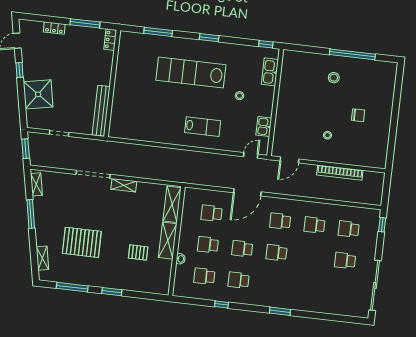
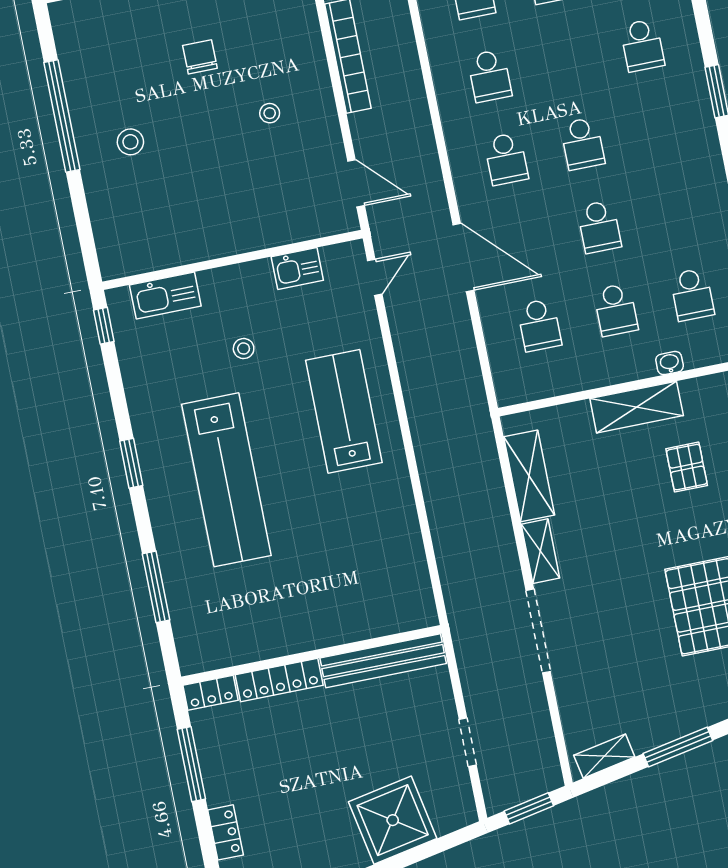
locker: (107, 68) -> (279, 680), added
lab bench: (203, 127) -> (344, 411), width x1.36, depth x1.39
door: (251, 155) -> (375, 277), swing flipped
shelving: (172, 204) -> (529, 476), moved, turned 90
school desk: (239, 280) -> (642, 45), moved

